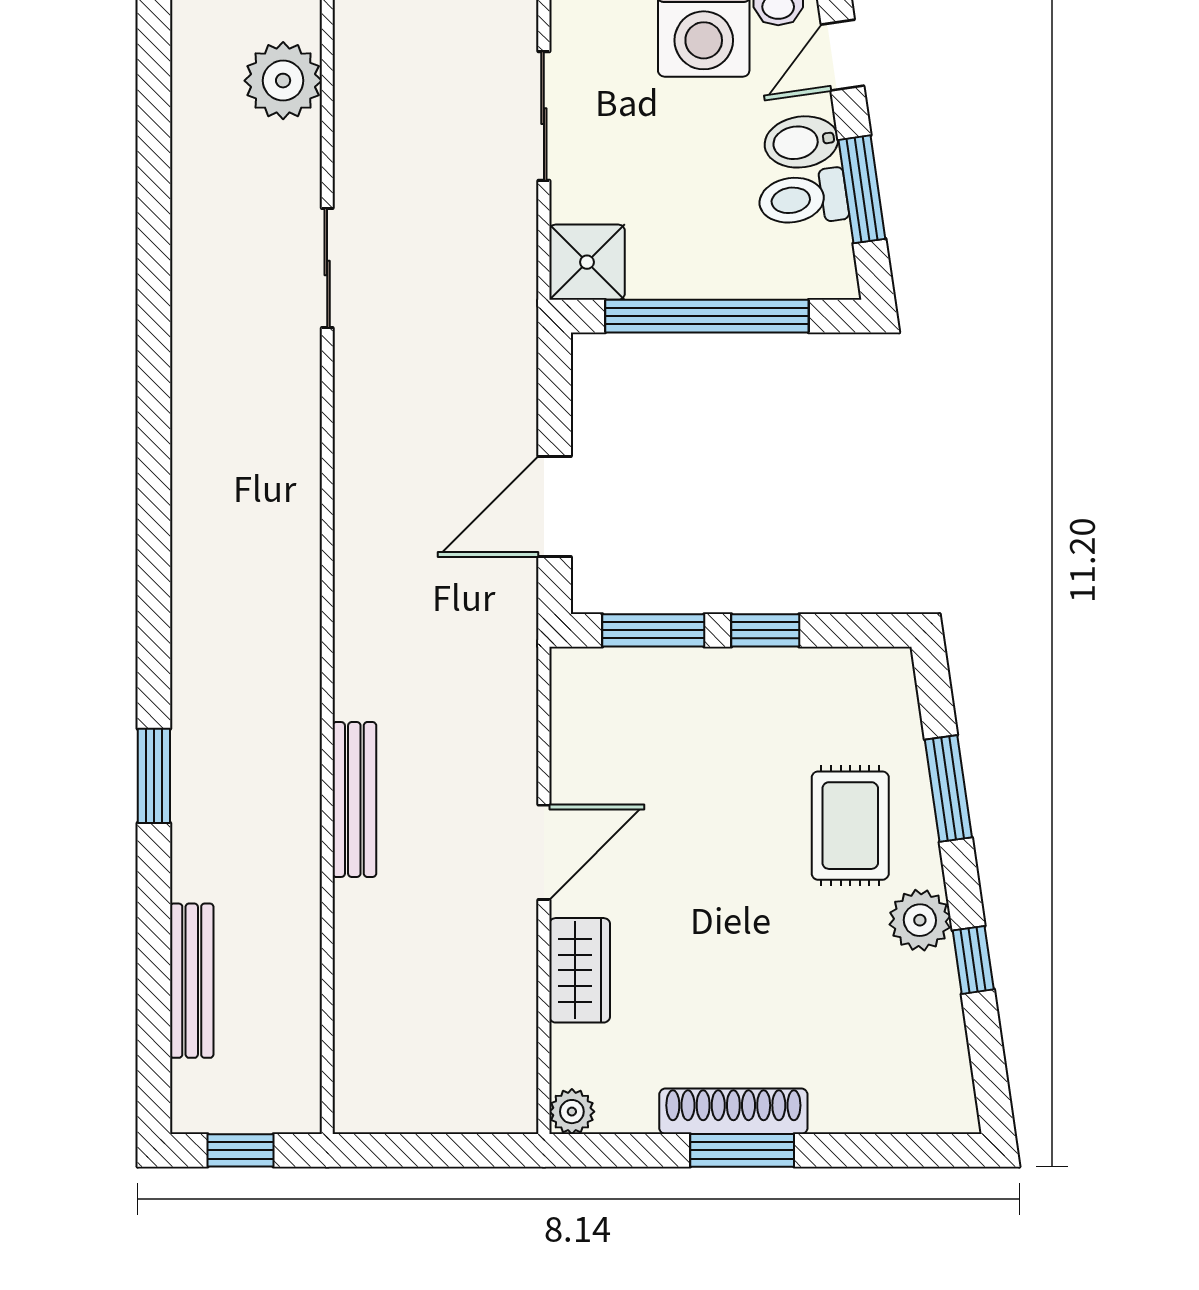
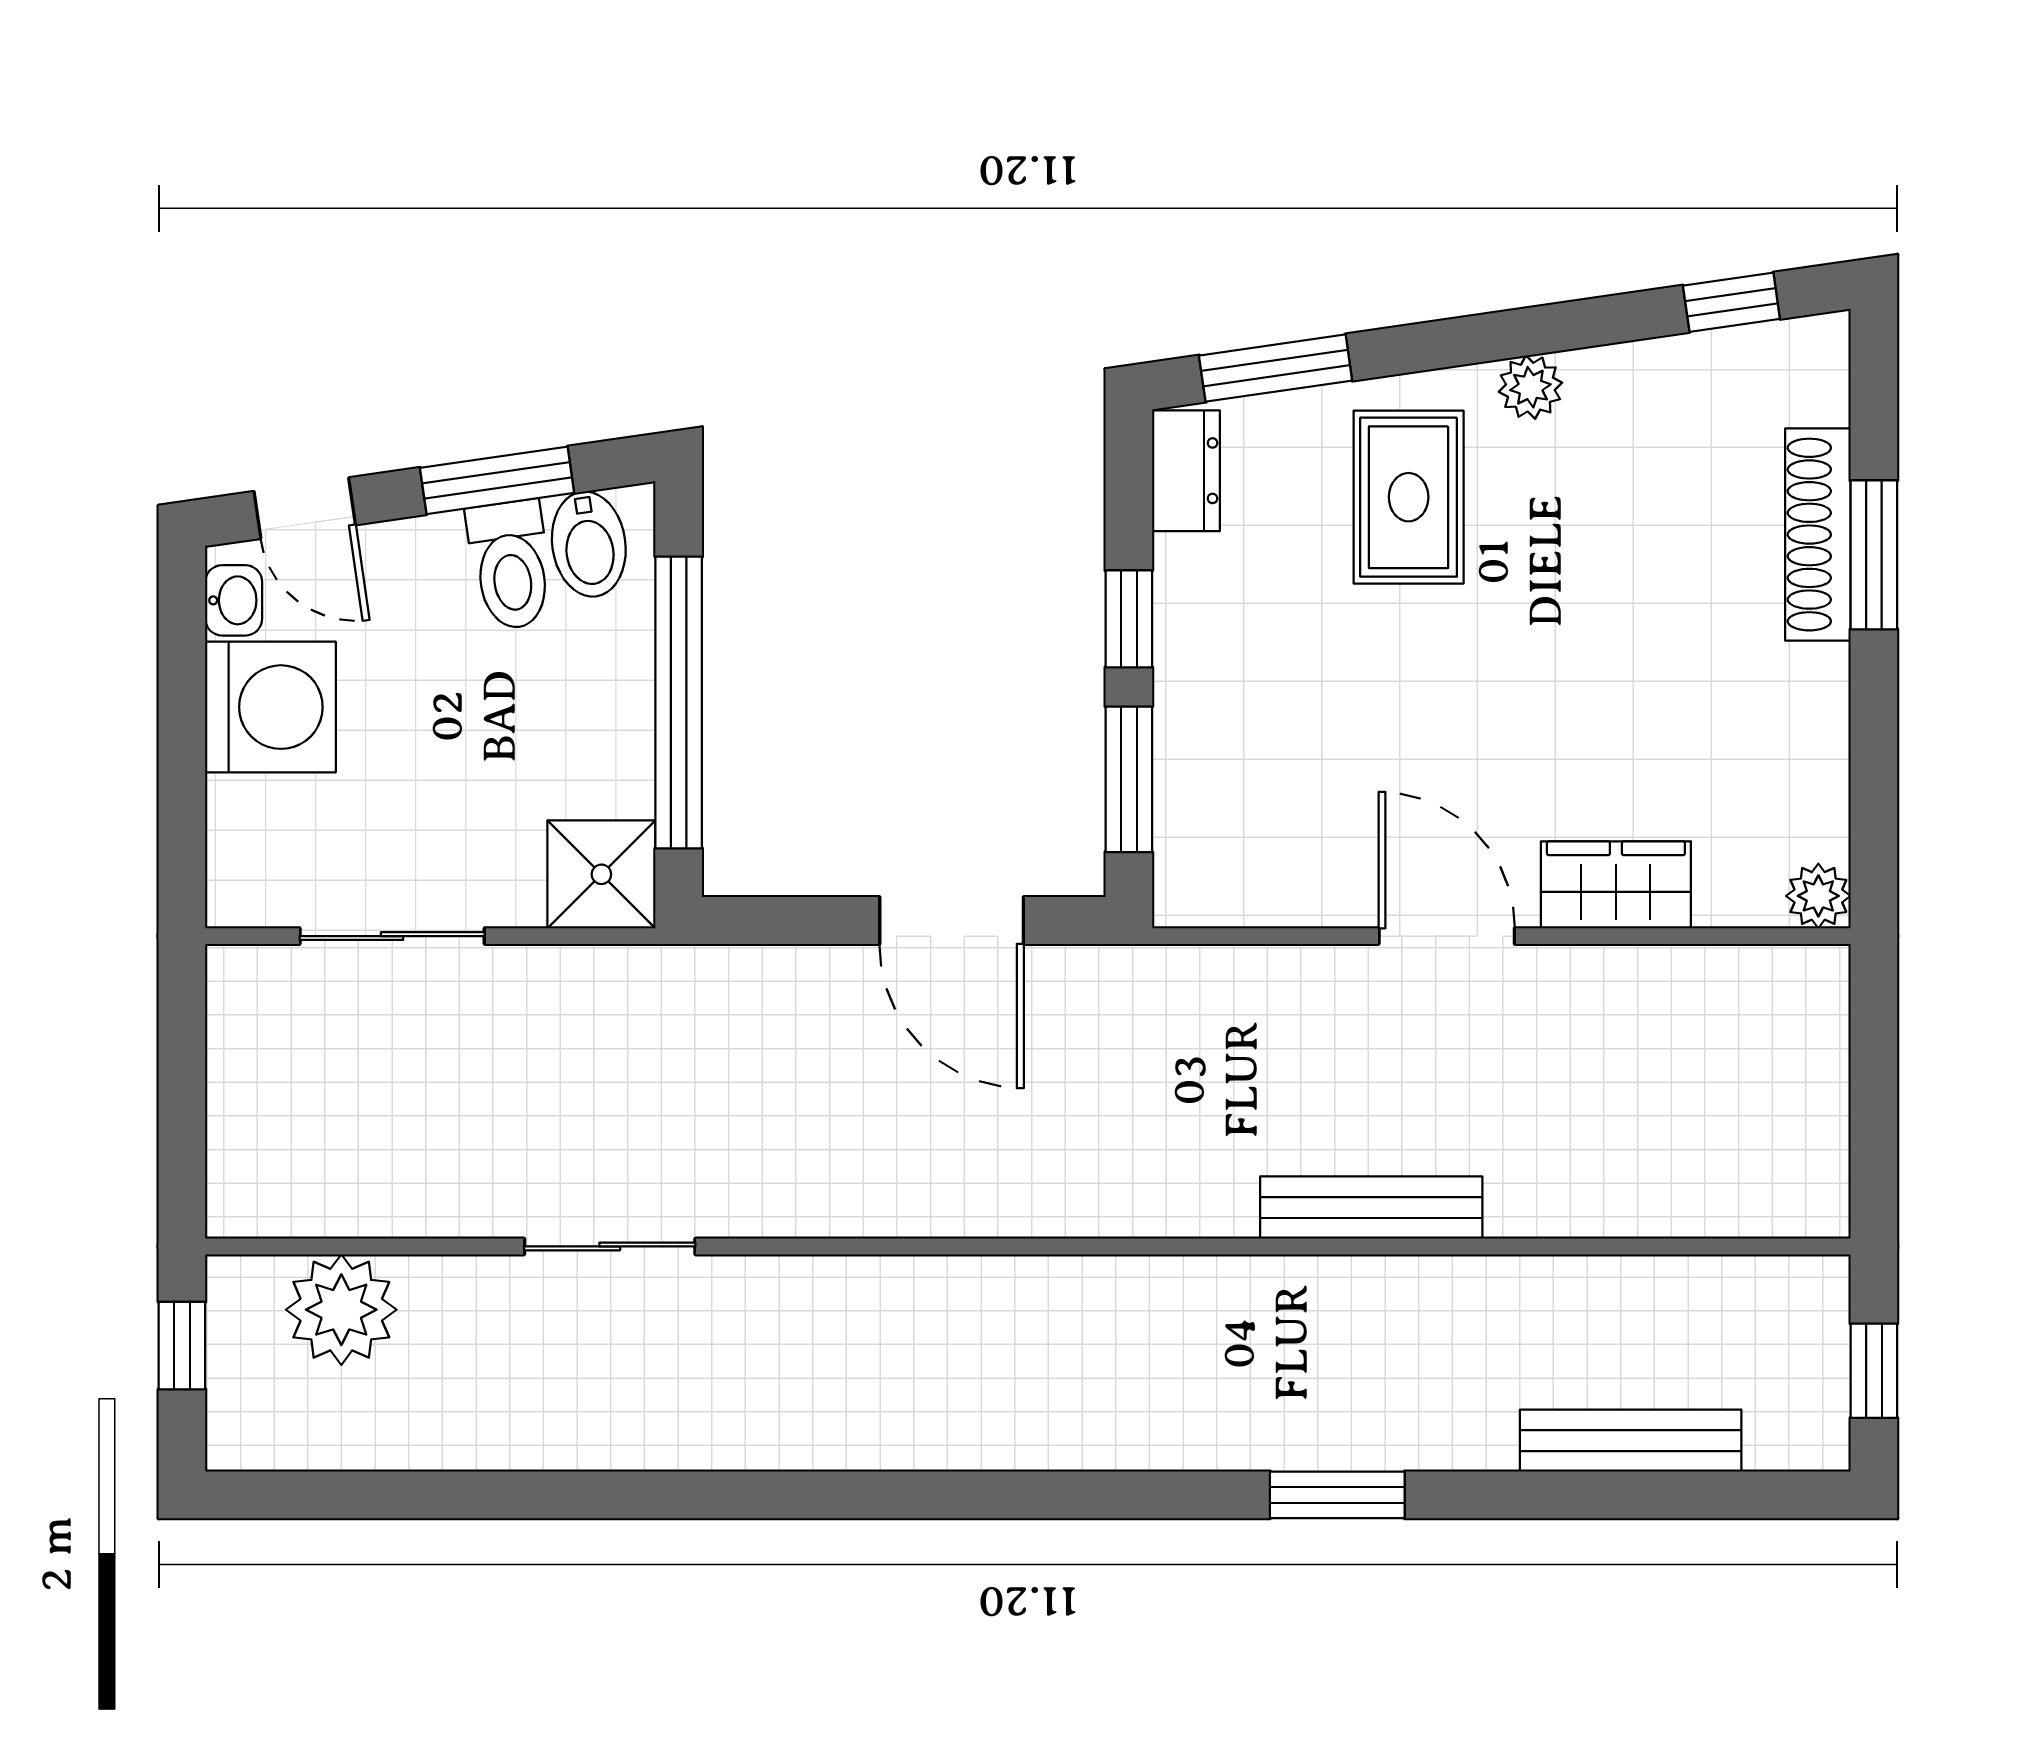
bidet: (801, 142) -> (589, 544), moved
dresser: (869, 670) -> (1186, 471), added
window: (948, 788) -> (1276, 368), moved
rug: (850, 826) -> (1409, 497), turned 90
plant: (920, 920) -> (1530, 387), width x0.73, depth x0.73
window: (973, 960) -> (1731, 302), moved
shoe rack: (733, 1111) -> (1818, 535), moved
window: (742, 1150) -> (1874, 555), moved

